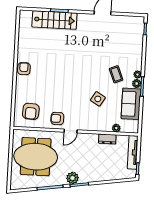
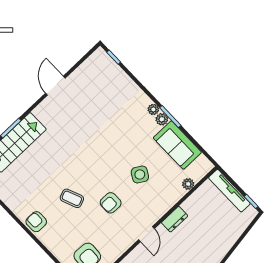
coffee table: (116, 74) -> (72, 198), moved
armchair: (57, 118) -> (111, 203), moved
dresser: (107, 139) -> (175, 219), moved

